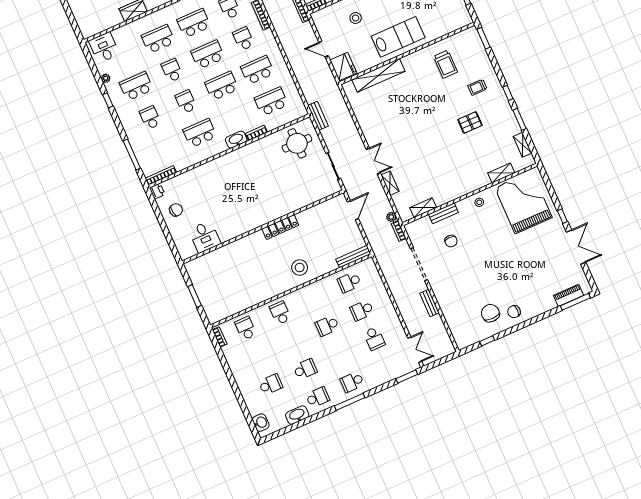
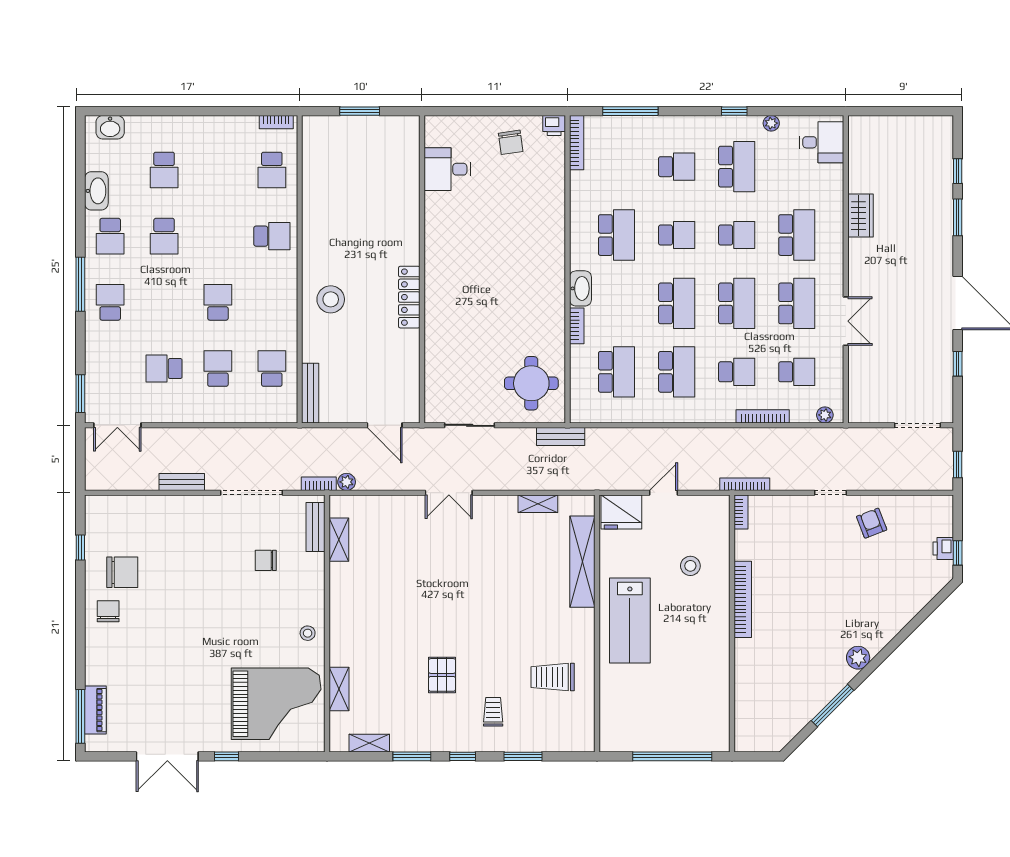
window: (484, 38) -> (523, 756), moved
shelving: (390, 183) -> (538, 504), moved
bench: (443, 213) -> (316, 527), moved
school desk: (246, 328) -> (272, 170), turned 90

